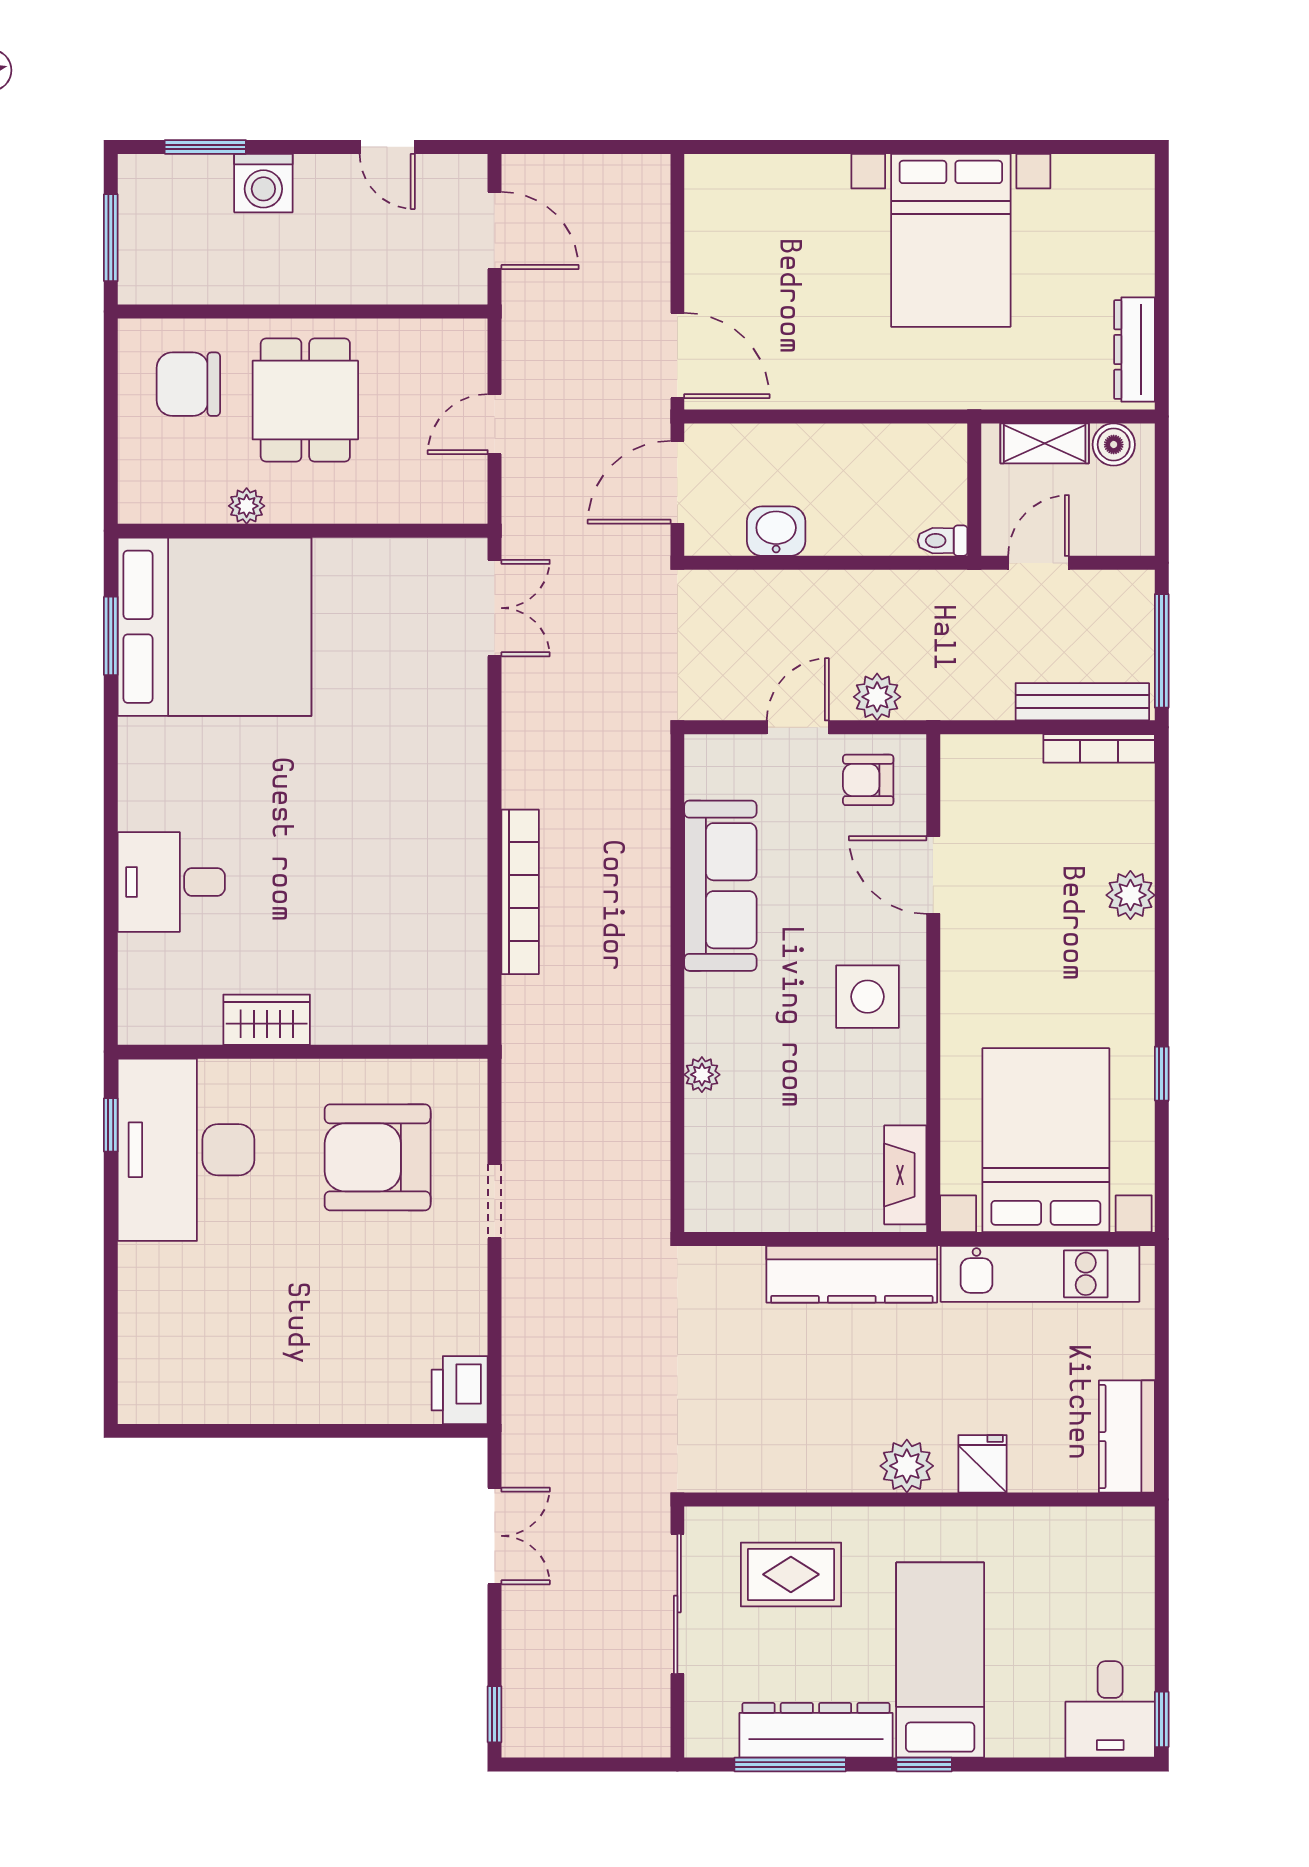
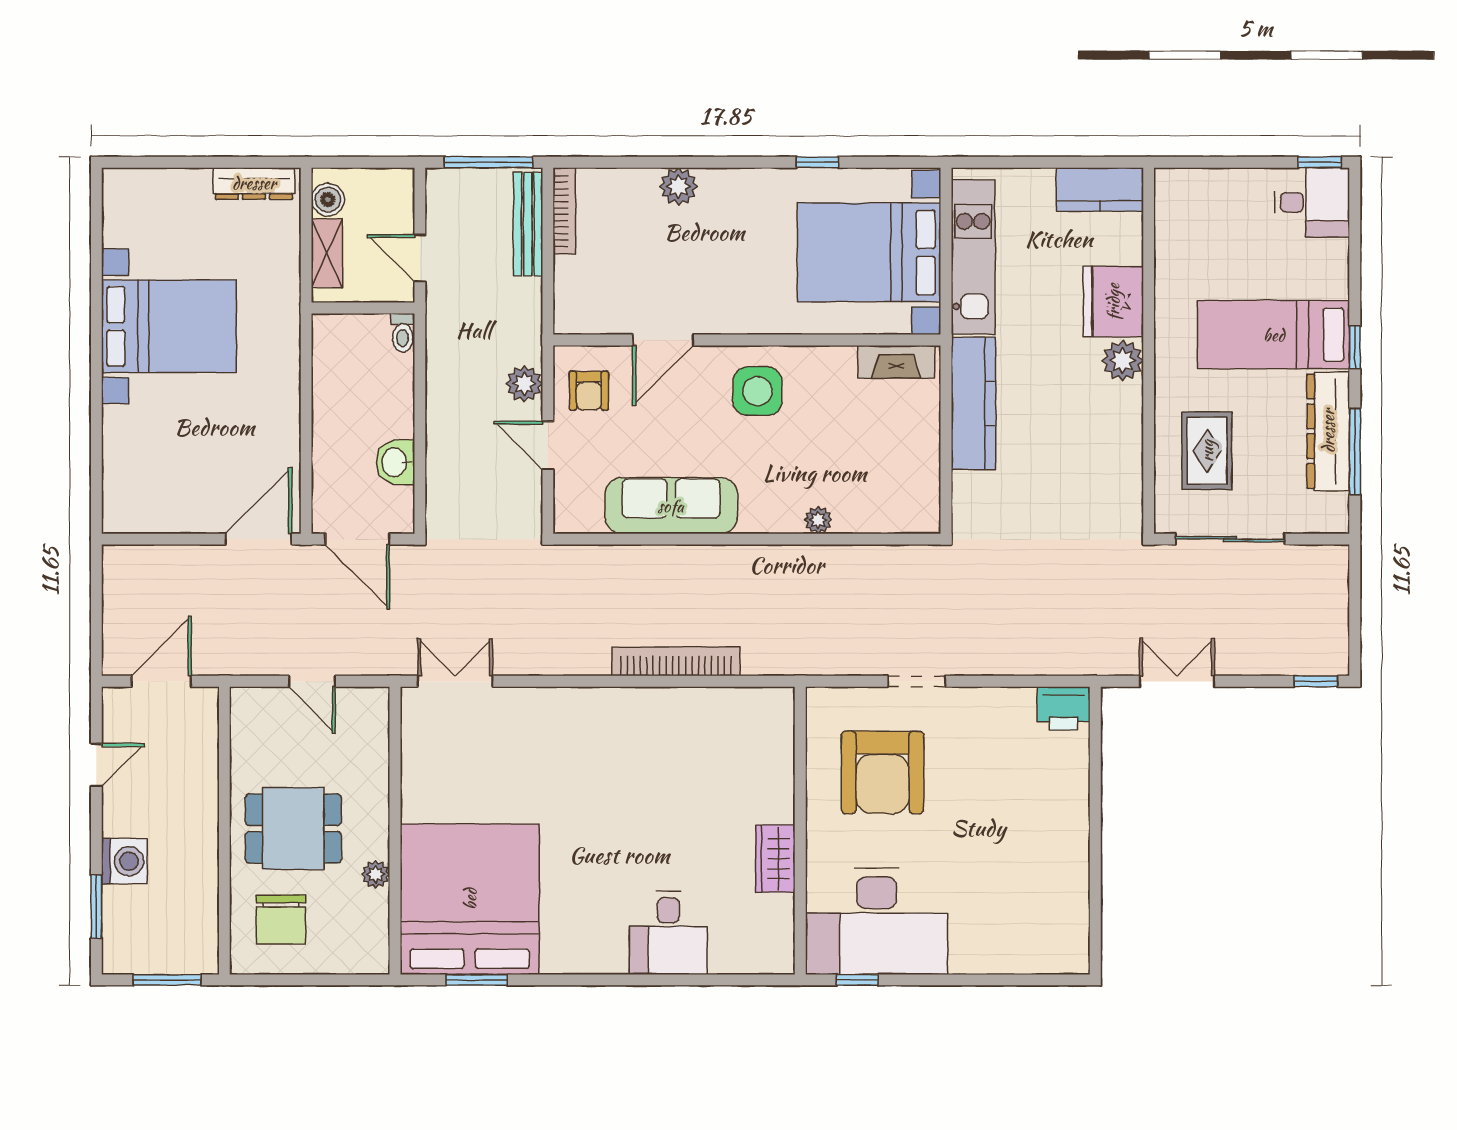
fridge: (982, 1464) -> (1113, 302), width x1.88, depth x1.34

